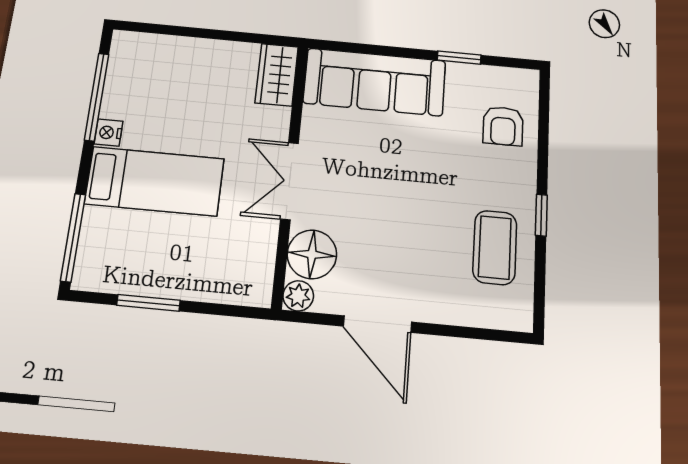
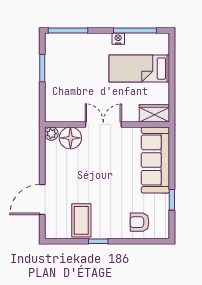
bed: (155, 181) -> (139, 69), moved, turned 90
coffee table: (495, 247) -> (81, 220), turned 90
door: (377, 324) -> (42, 200), moved

